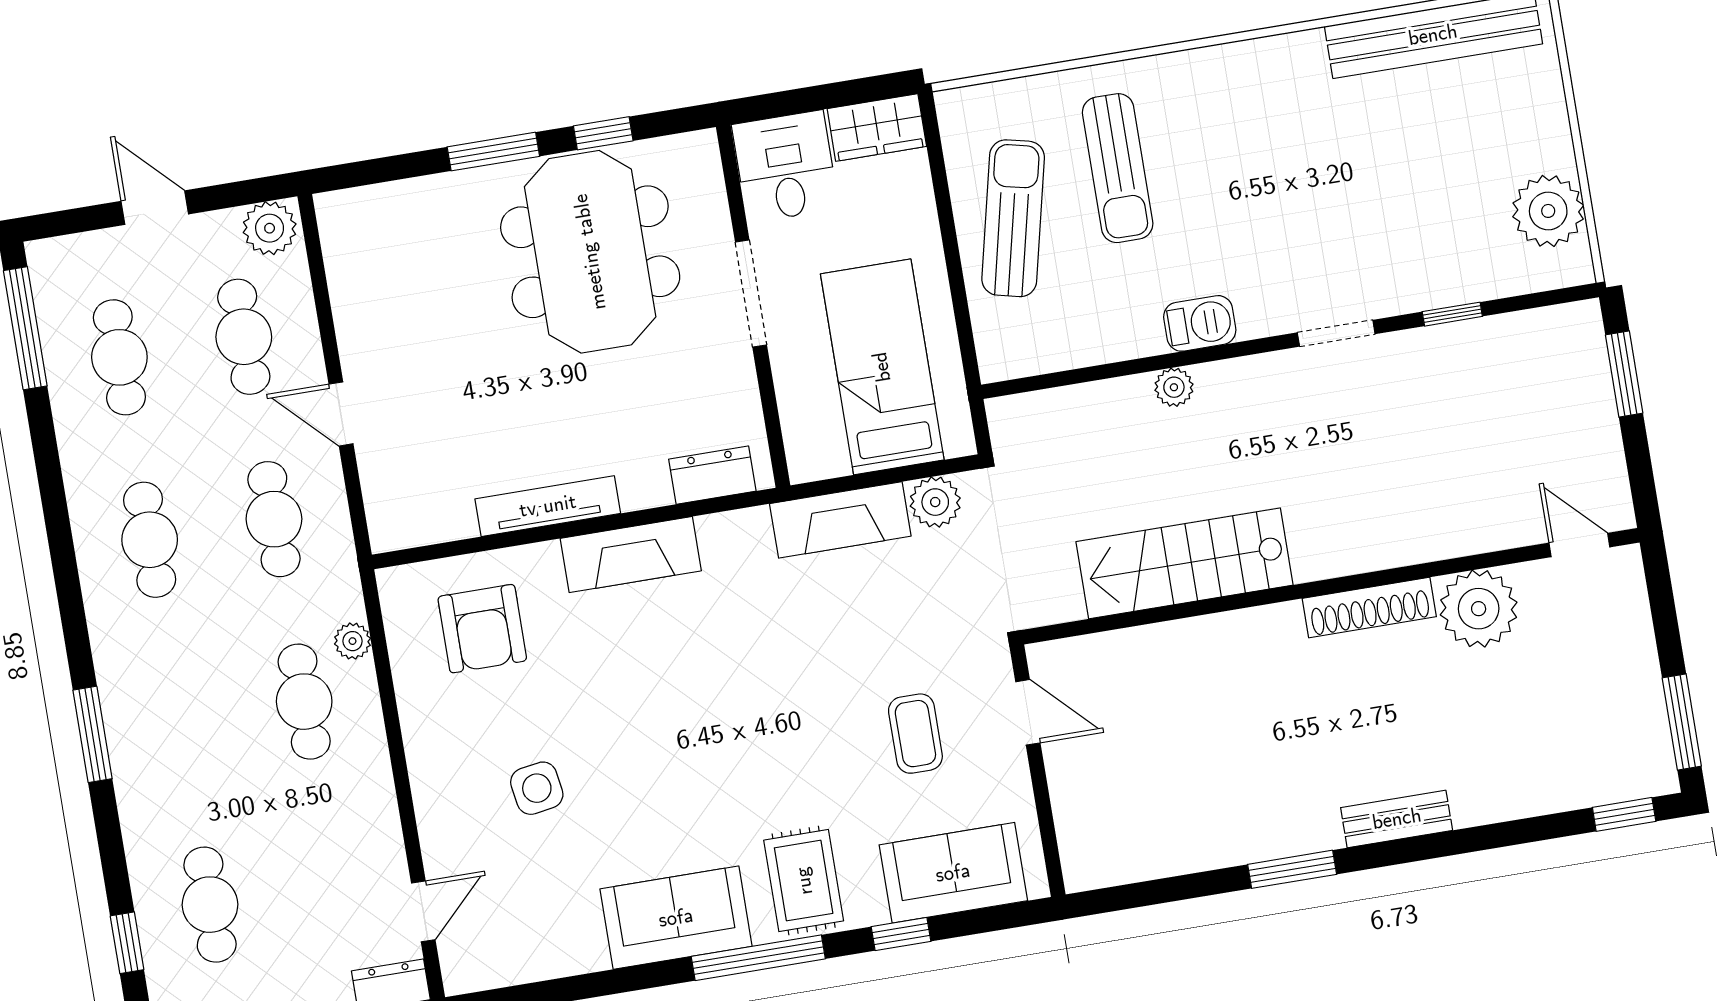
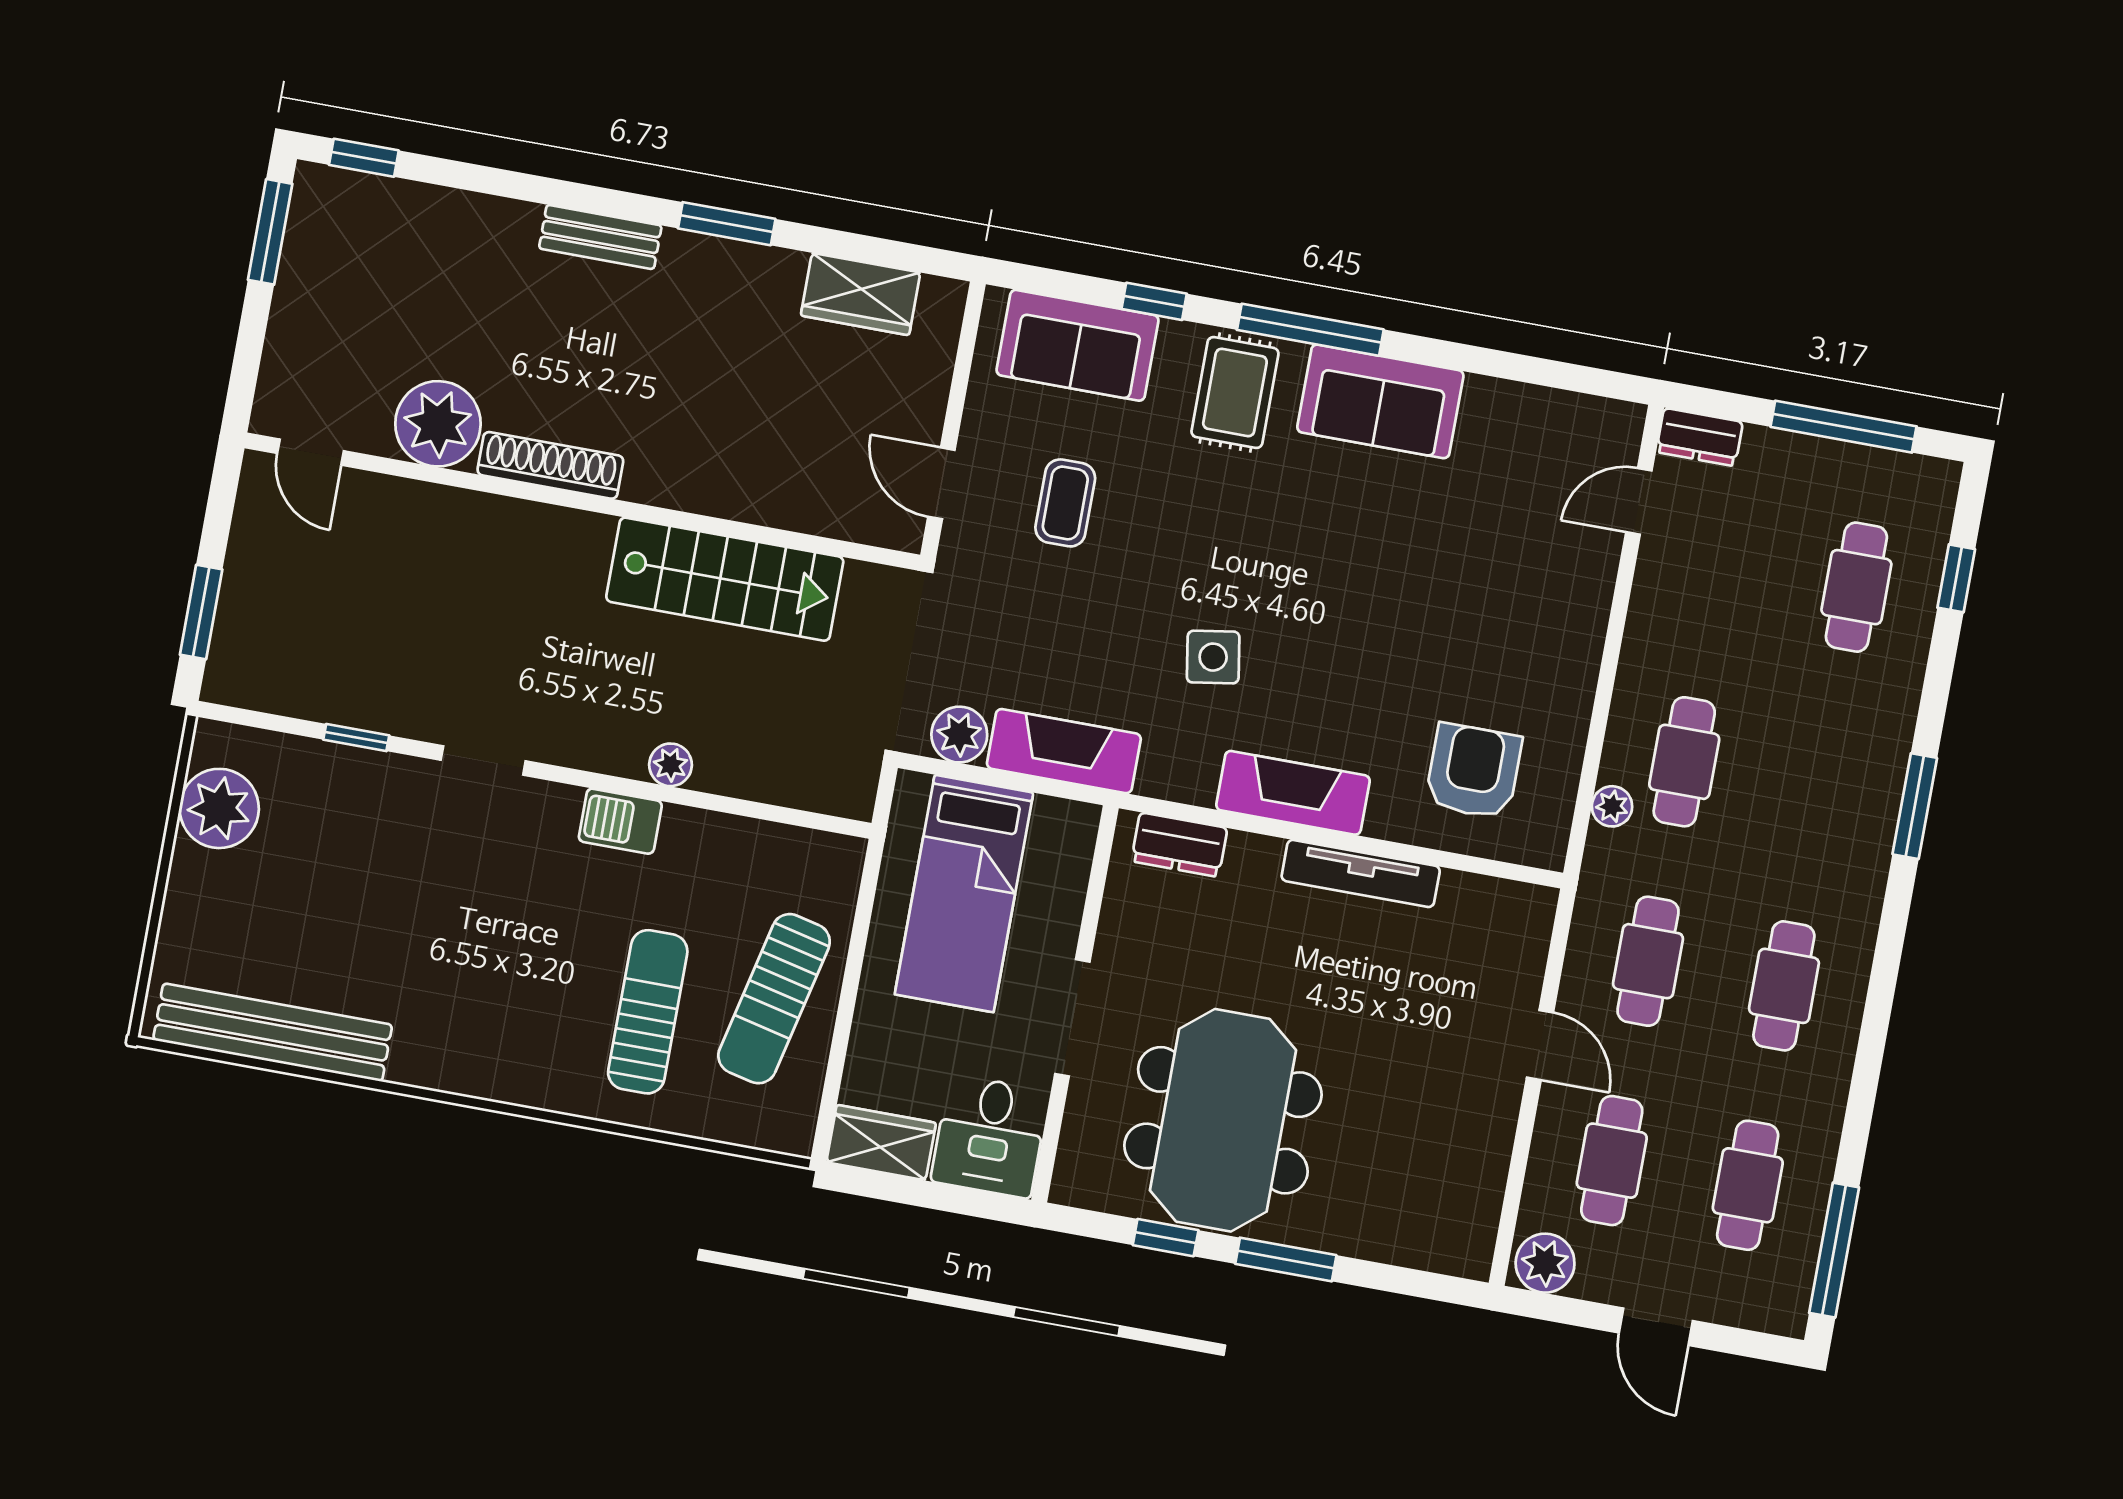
side table: (537, 788) -> (1213, 657), moved
wardrobe: (1156, 850) -> (861, 294), added

